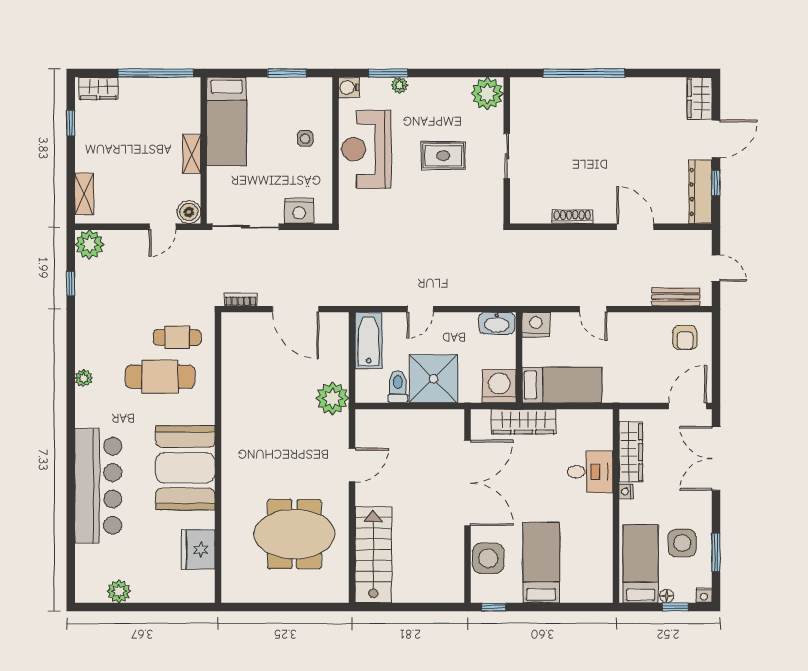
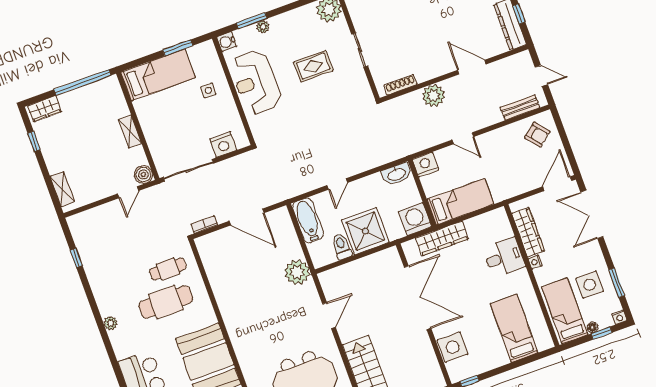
bed: (227, 121) -> (158, 75), moved, turned -90
shoe rack: (572, 217) -> (400, 85), moved
plant: (89, 244) -> (433, 96), moved
armchair: (685, 338) -> (537, 135), turned -39
bed: (541, 563) -> (514, 328), moved

